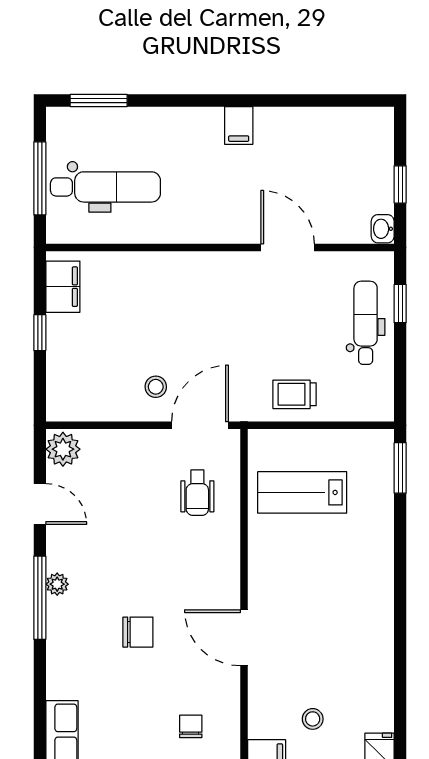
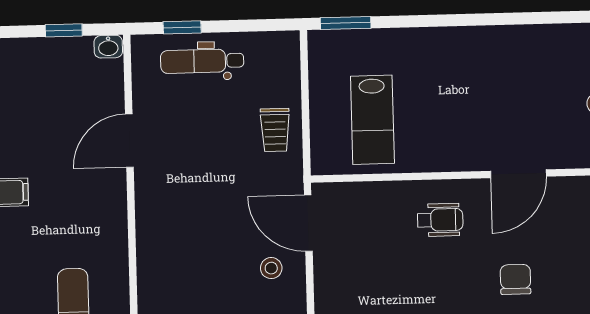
wheelchair: (197, 493) -> (440, 220), moved

